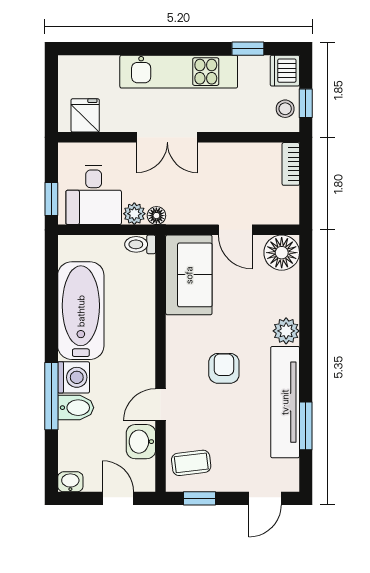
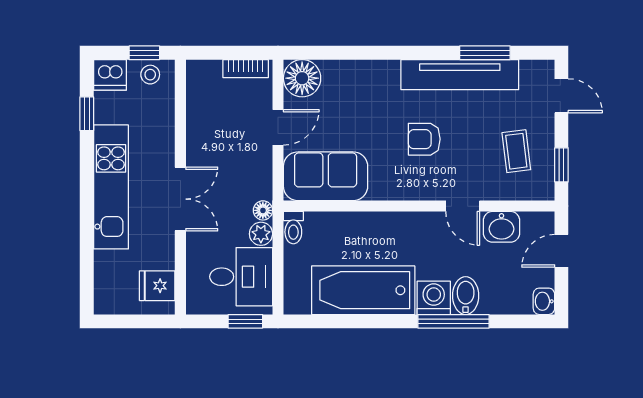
bookcase: (291, 164) -> (246, 69), moved
plant: (286, 331) -> (385, 74), removed
coffee table: (191, 463) -> (516, 151), moved

